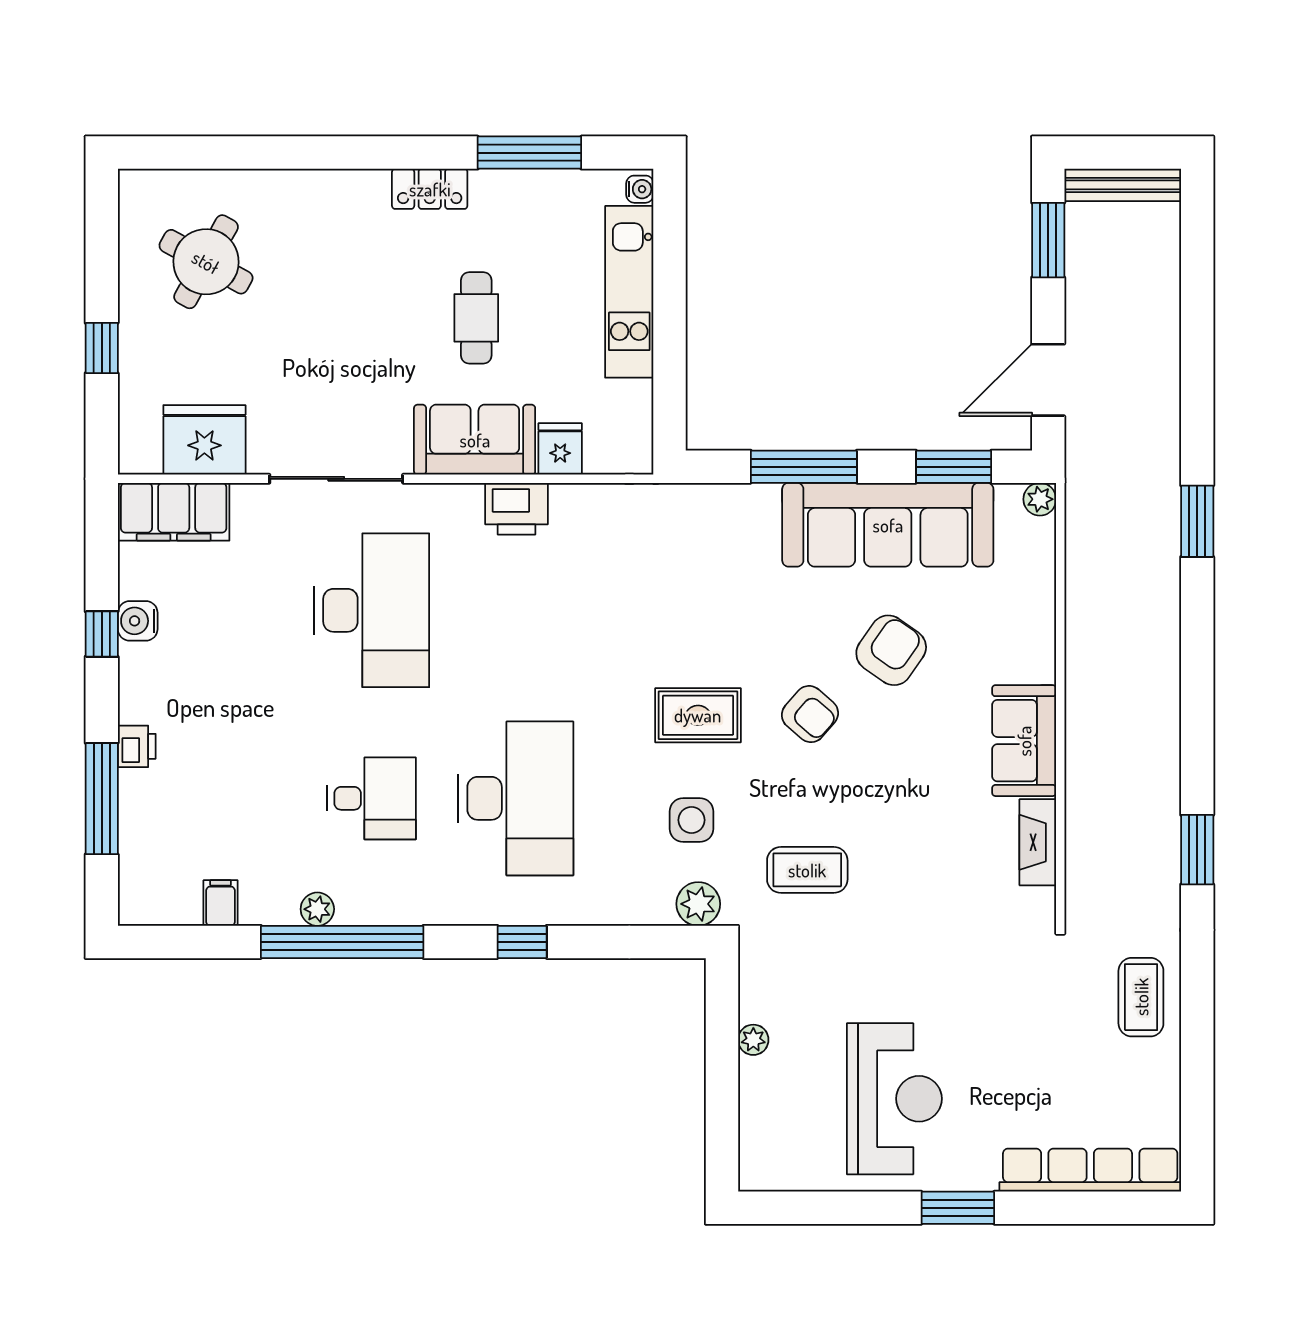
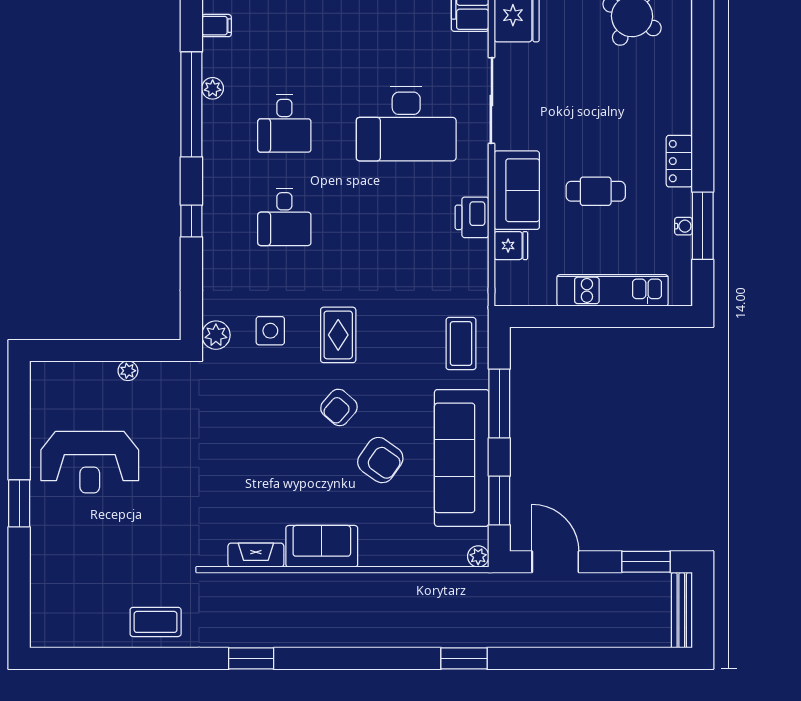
water cooler: (640, 189) -> (684, 226), moved, turned -90
desk: (516, 798) -> (284, 217), width x0.53, depth x0.77
coffee table: (807, 870) -> (461, 344), moved
row of seats: (1090, 1170) -> (44, 589), removed

